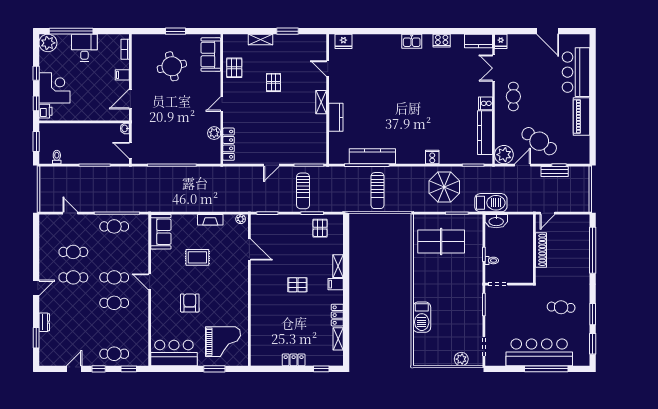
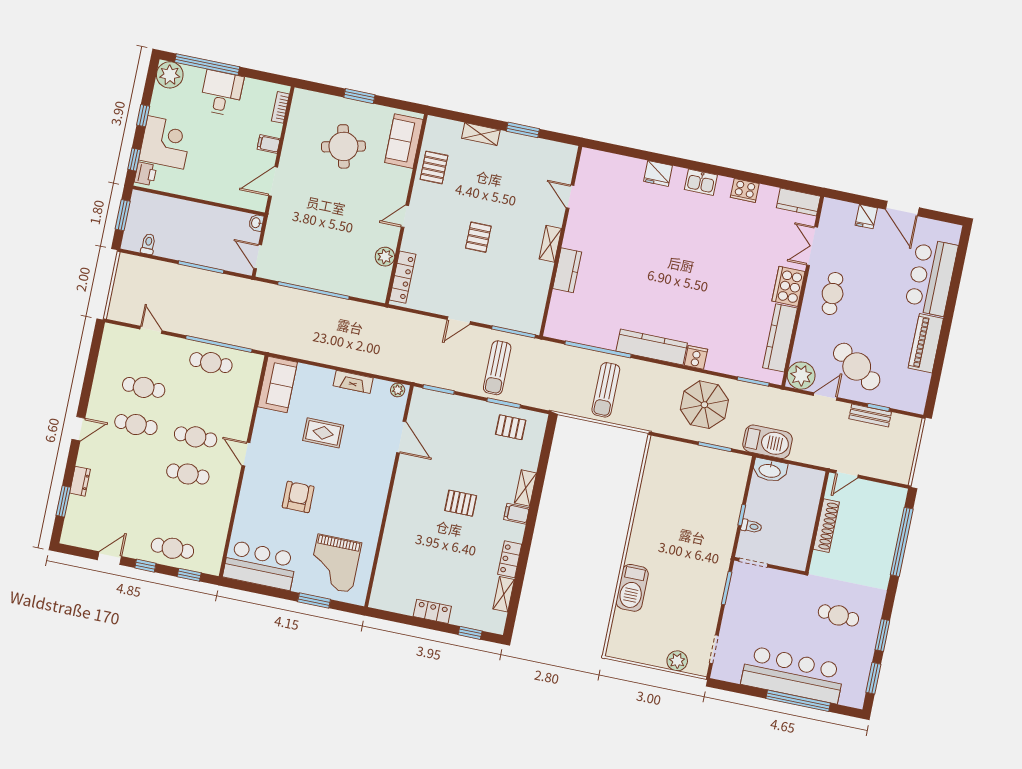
fridge: (343, 41) -> (658, 173), moved
fridge: (501, 41) -> (866, 217), moved
pallet: (273, 82) -> (478, 237), moved
cooker: (485, 103) -> (788, 286), width x1.87, depth x1.31
kitchen counter: (372, 156) -> (652, 347), moved
pallet: (320, 228) -> (511, 427), turned 90
table tennis table: (441, 242) -> (683, 483), removed
grand piano: (223, 342) -> (335, 563), turned 90

